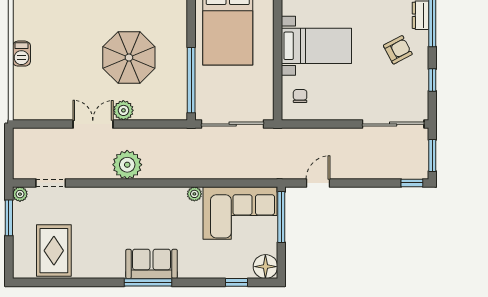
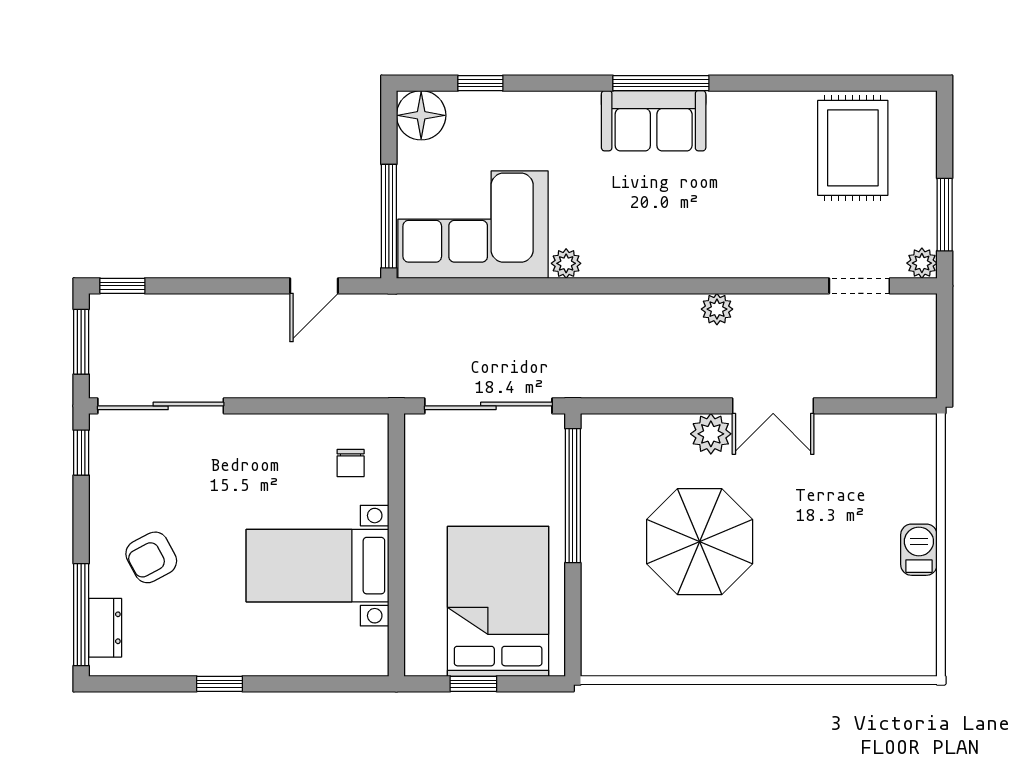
window: (432, 80) -> (81, 453), moved
plant: (127, 165) -> (717, 309), width x0.53, depth x0.53

